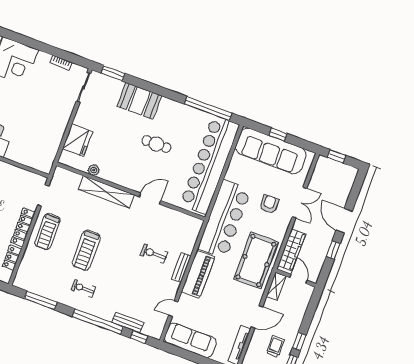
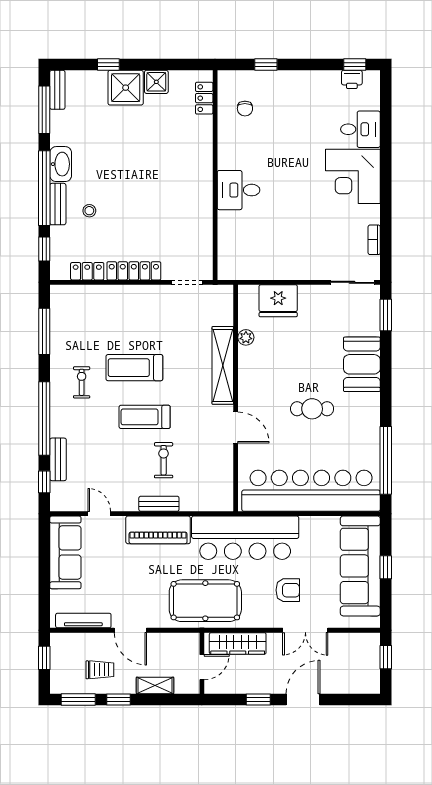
cafe table: (156, 144) -> (312, 409), turned 90
treadmill: (47, 232) -> (145, 417), moved
shelving: (276, 286) -> (155, 685), moved

